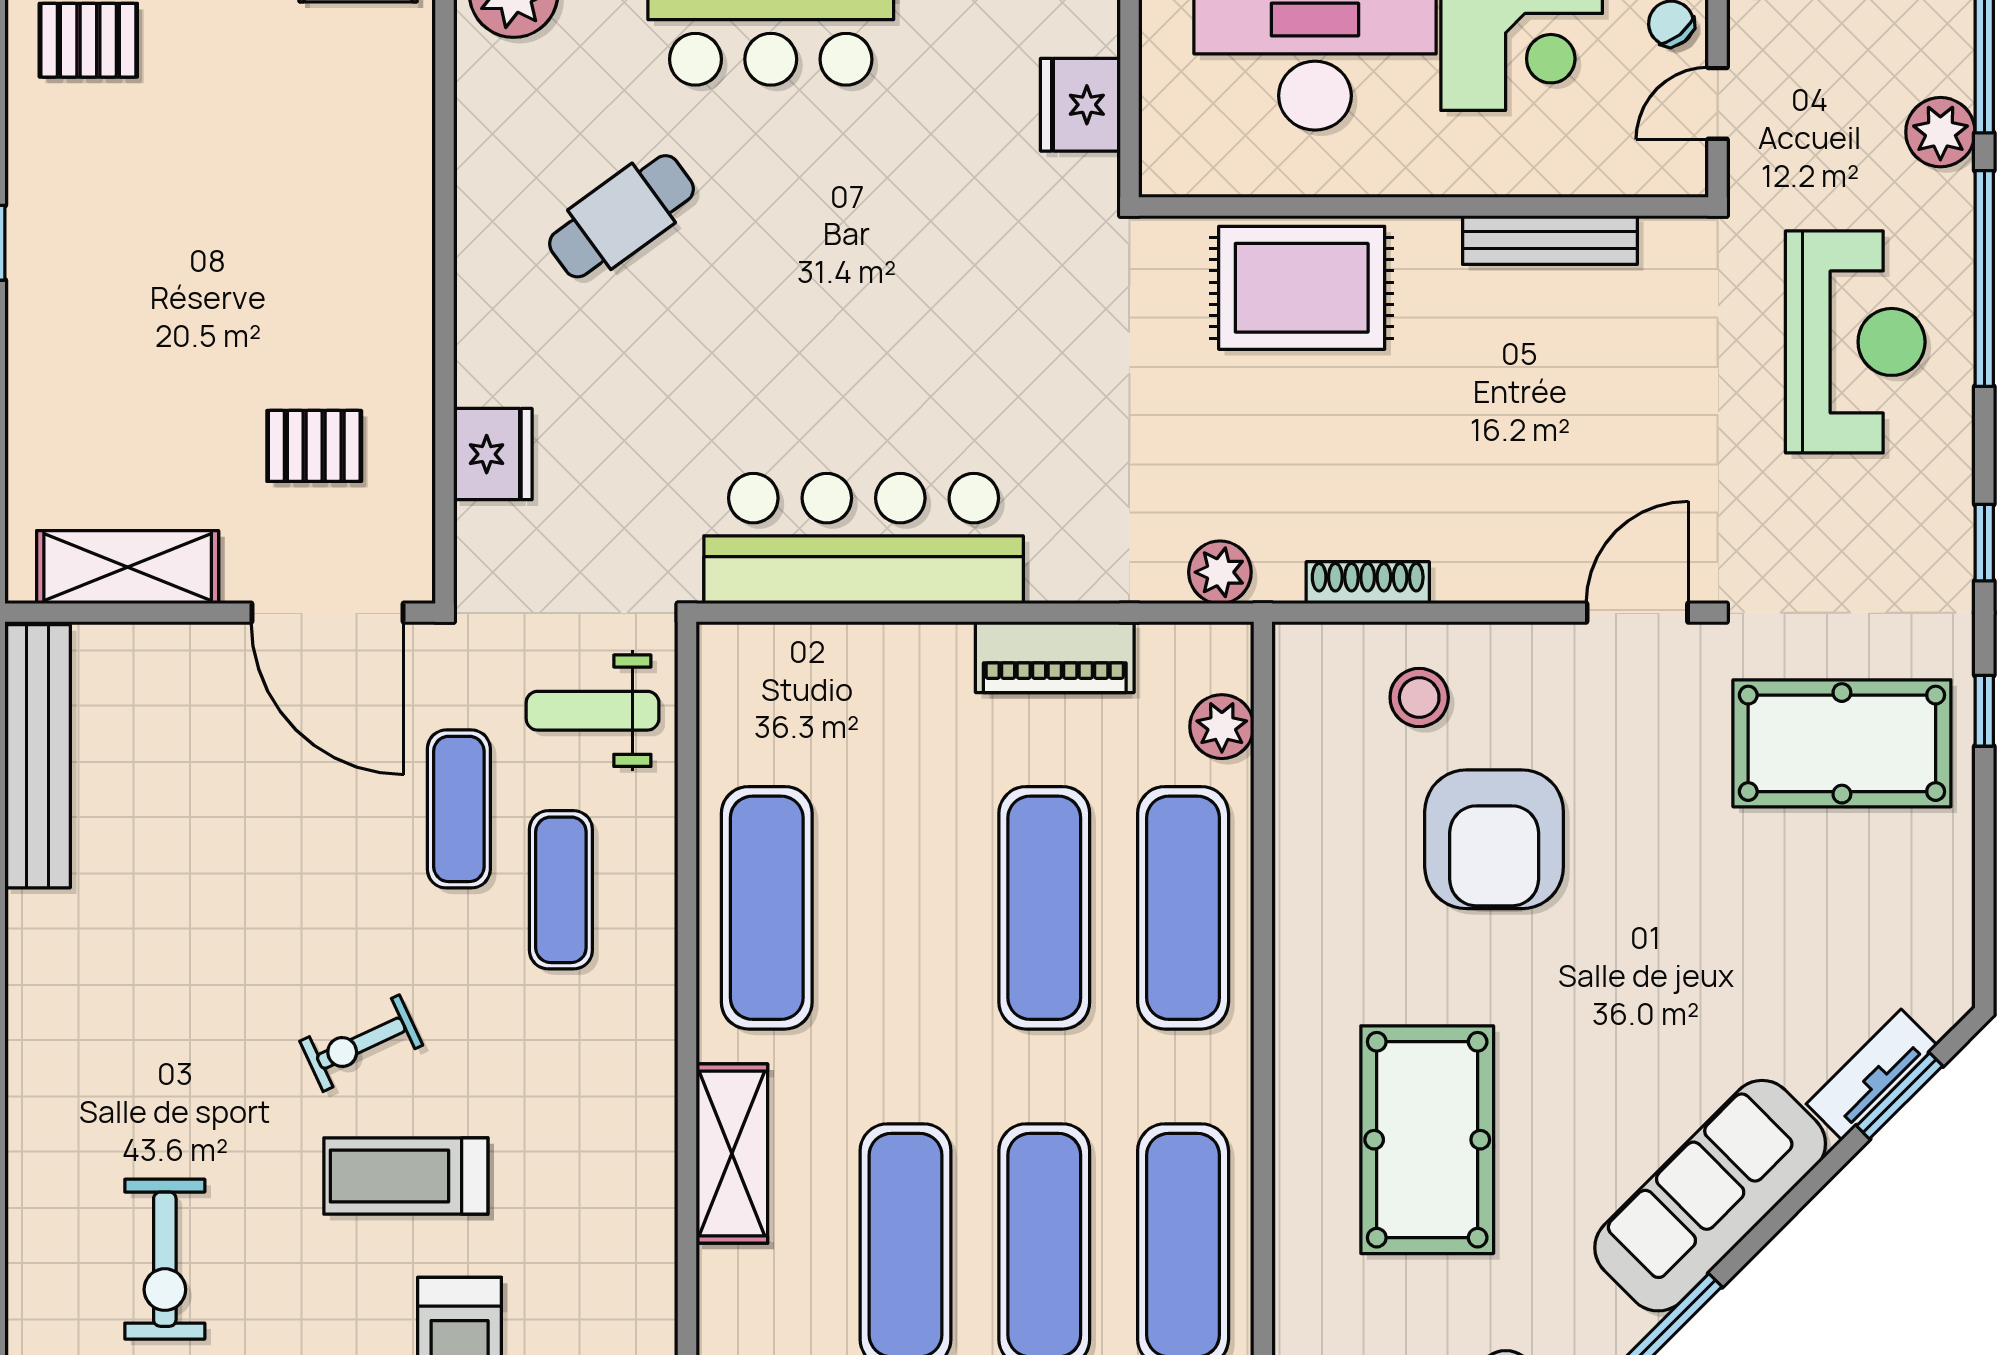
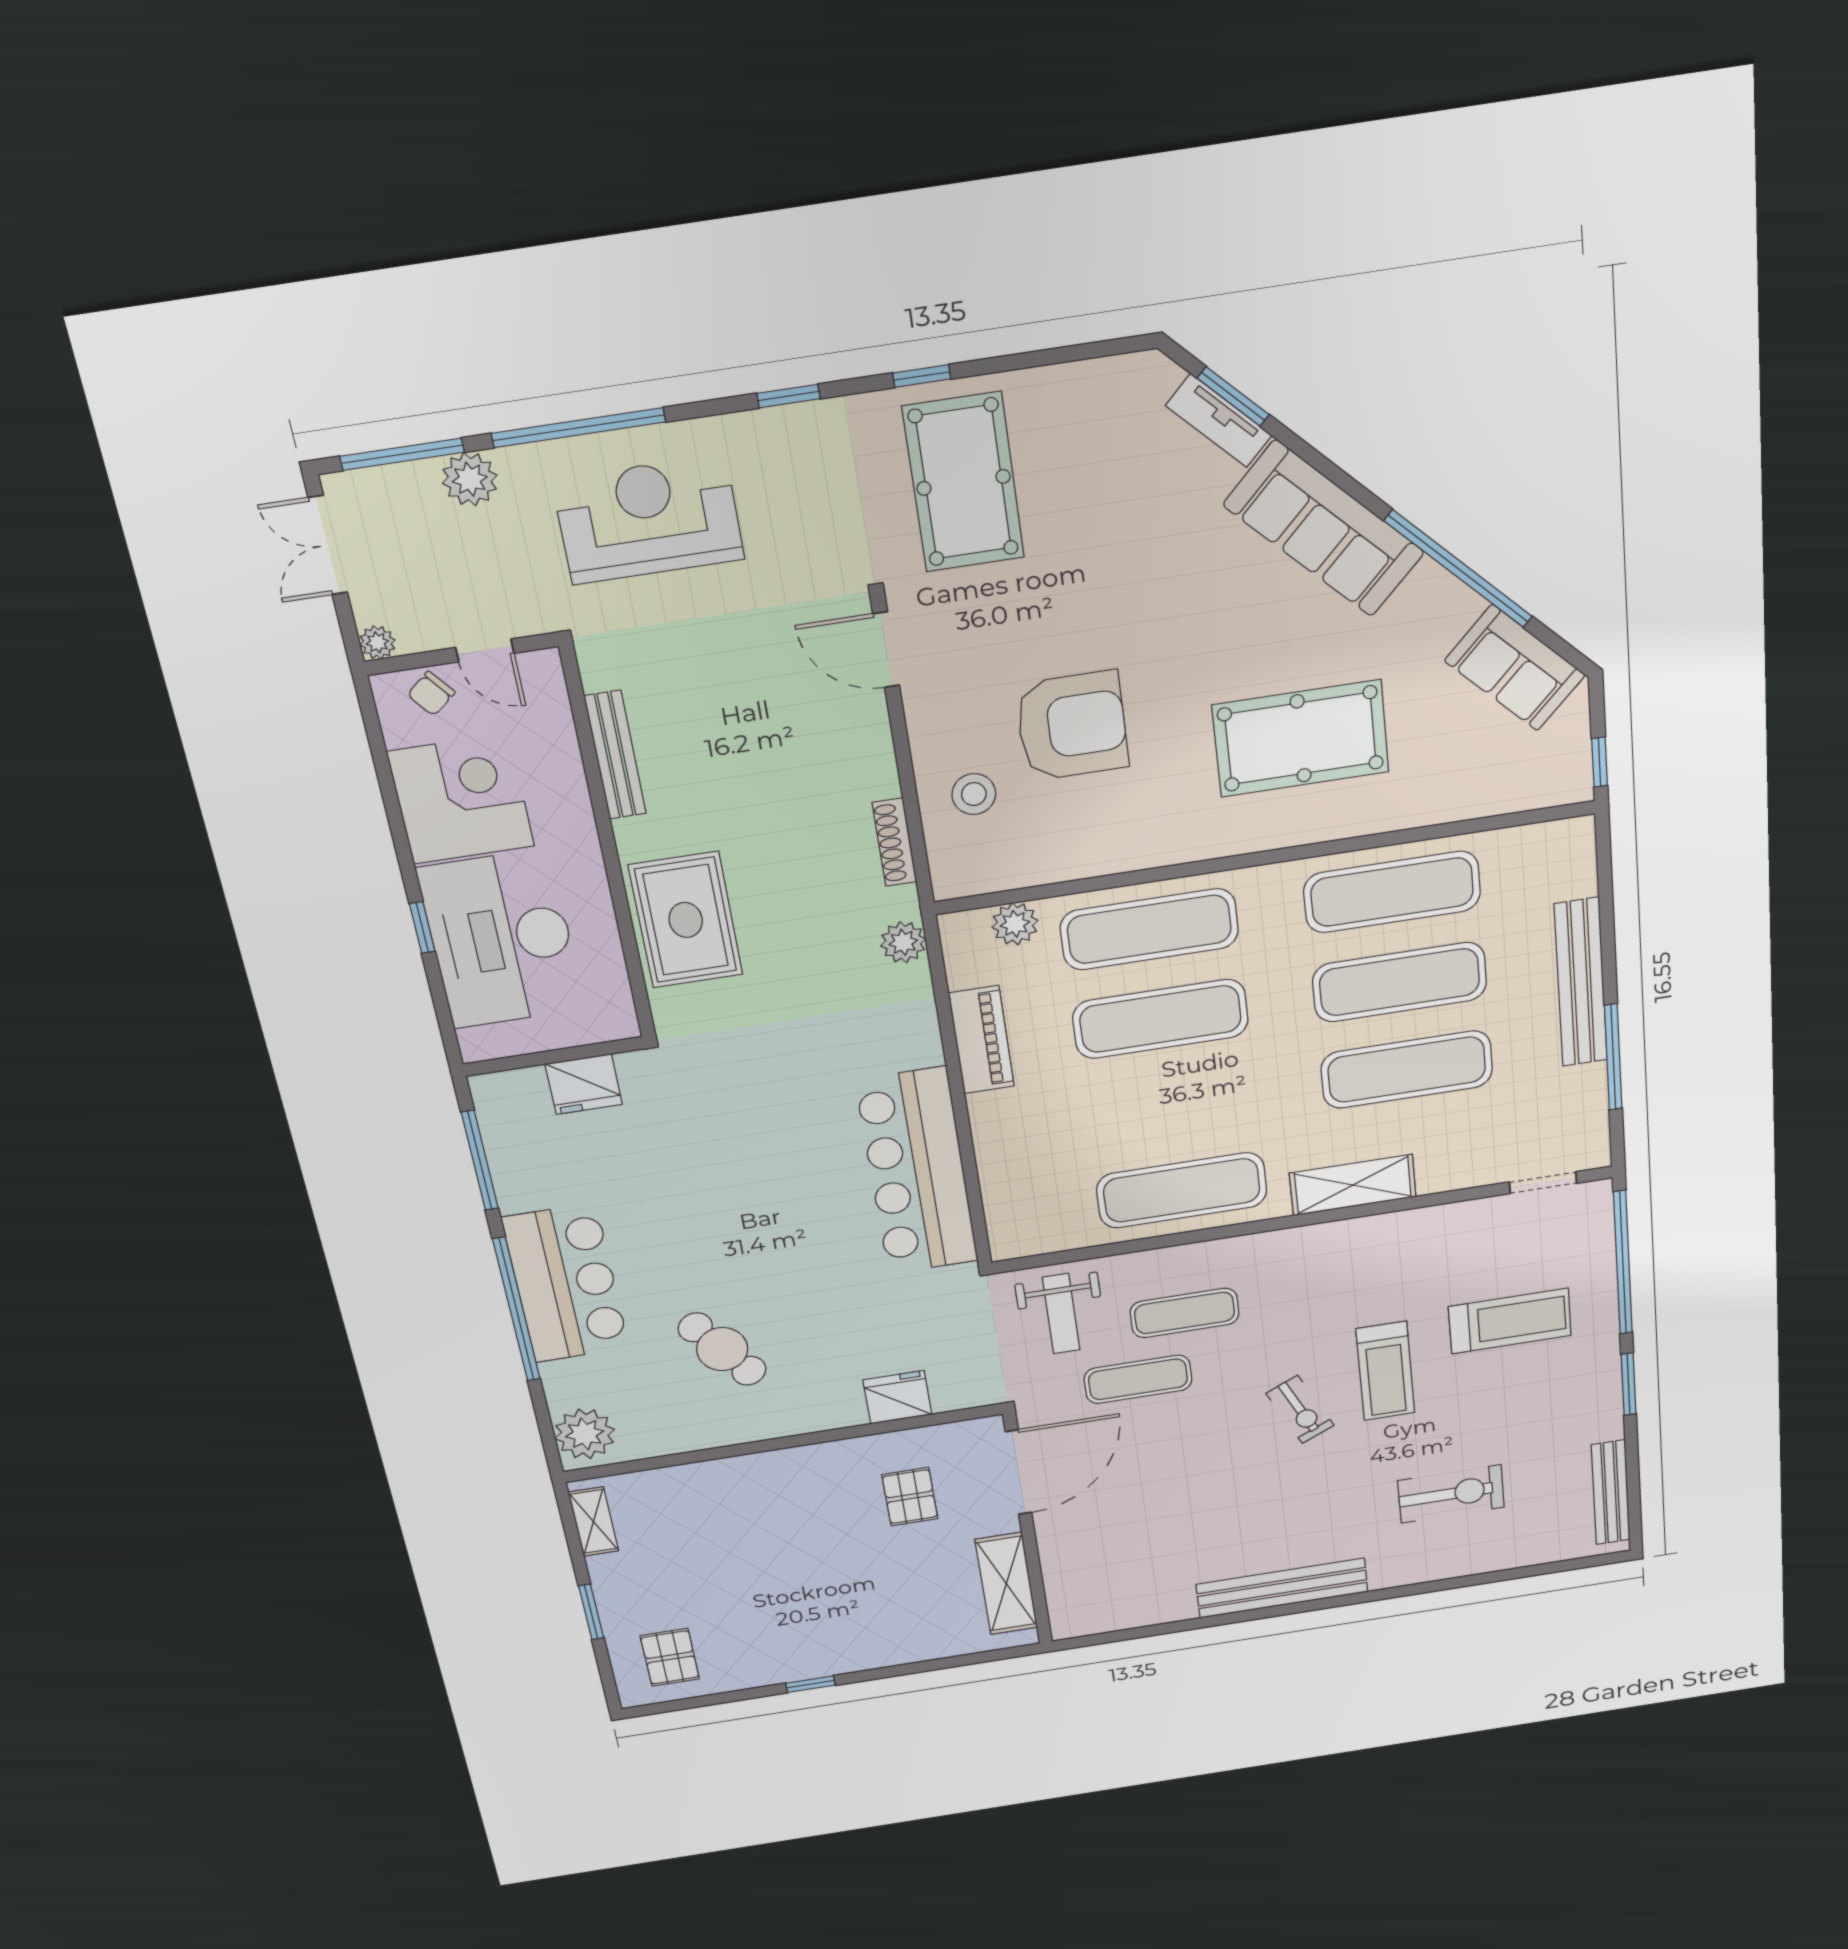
bench: (38, 756) -> (1282, 1588), moved

